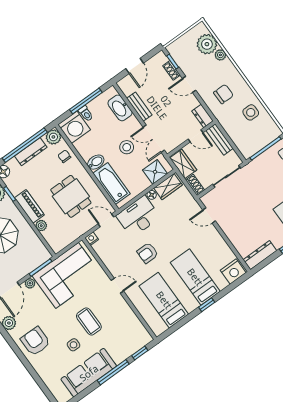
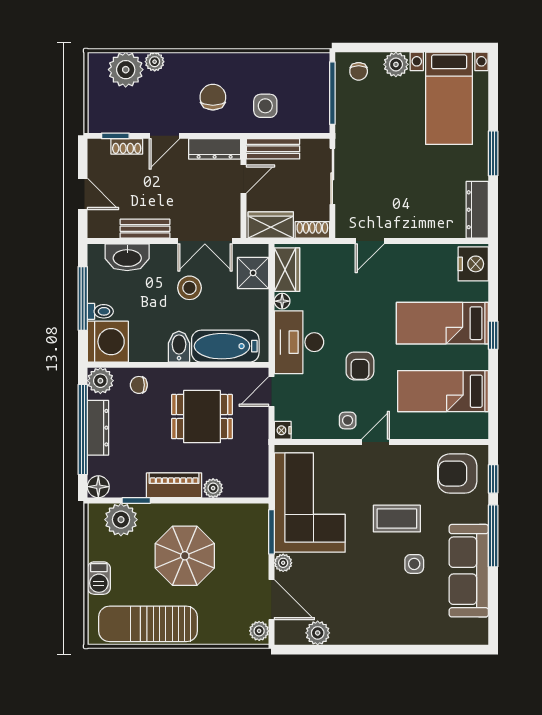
side table: (251, 112) -> (265, 106), moved
dresser: (203, 116) -> (215, 149), width x1.44
side table: (118, 266) -> (348, 420), added
armchair: (35, 341) -> (457, 474), moved

